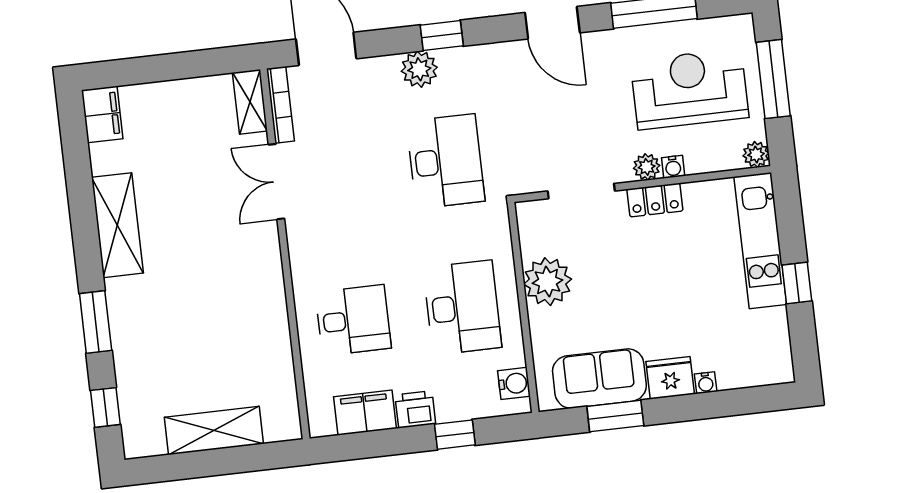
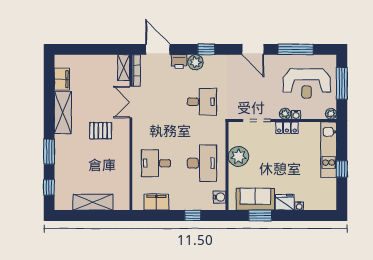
reception desk: (690, 89) -> (307, 83), turned 180
filing cabinet: (102, 114) -> (62, 79), moved
desk: (445, 161) -> (202, 102), width x0.73
pallet: (212, 258) -> (101, 131), added
desk: (353, 320) -> (156, 163), turned 180
printer: (415, 409) -> (179, 62), moved, turned 180

